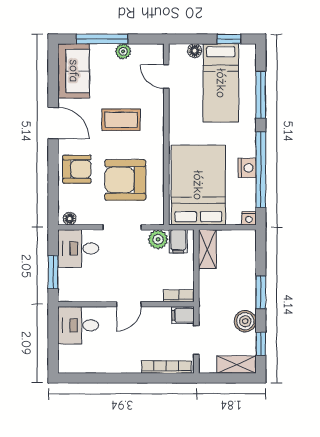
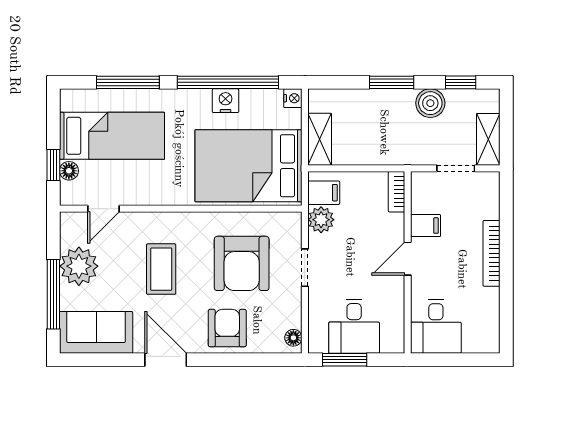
window: (229, 39) -> (53, 165), moved
plant: (123, 51) -> (79, 266), width x1.87, depth x1.87
door: (53, 123) -> (166, 360), hinge flipped
doorway: (122, 227) -> (305, 268), width x0.73
desk: (78, 248) -> (354, 326), moved
shelving: (207, 249) -> (320, 139), moved, turned 90
window: (53, 272) -> (345, 360), moved
door: (129, 304) -> (408, 259), swing flipped
filing cabinet: (183, 315) -> (426, 226), moved, turned -90
shelving: (237, 365) -> (488, 139), moved
bookcase: (166, 367) -> (492, 253), moved

